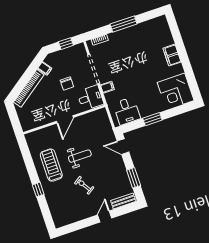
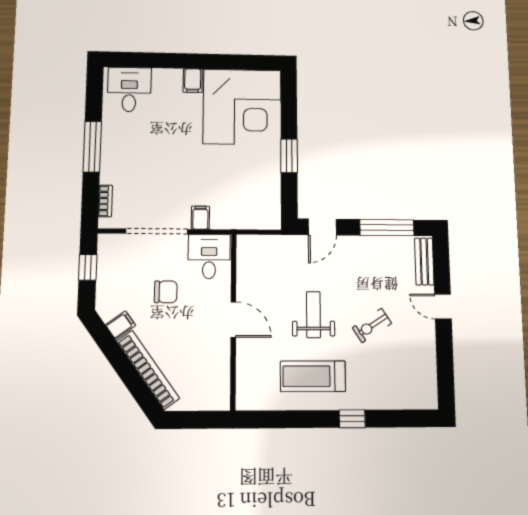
filing cabinet: (172, 55) -> (193, 81), width x0.50
corner desk: (176, 91) -> (242, 107), width x1.36, depth x1.36
desk: (127, 111) -> (129, 89), moved, turned -90
window: (134, 178) -> (387, 228), width x1.44

